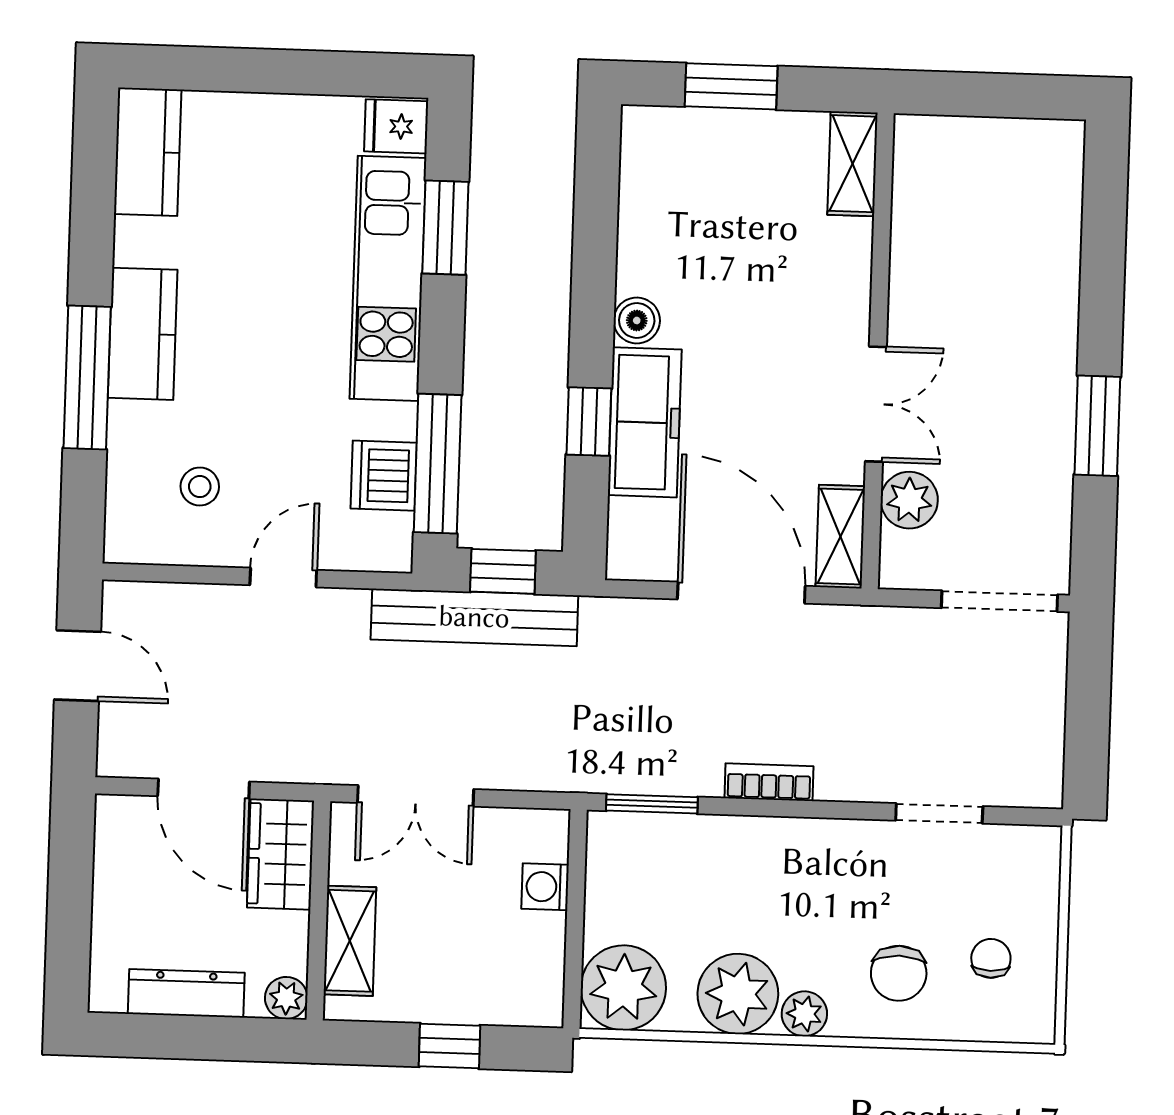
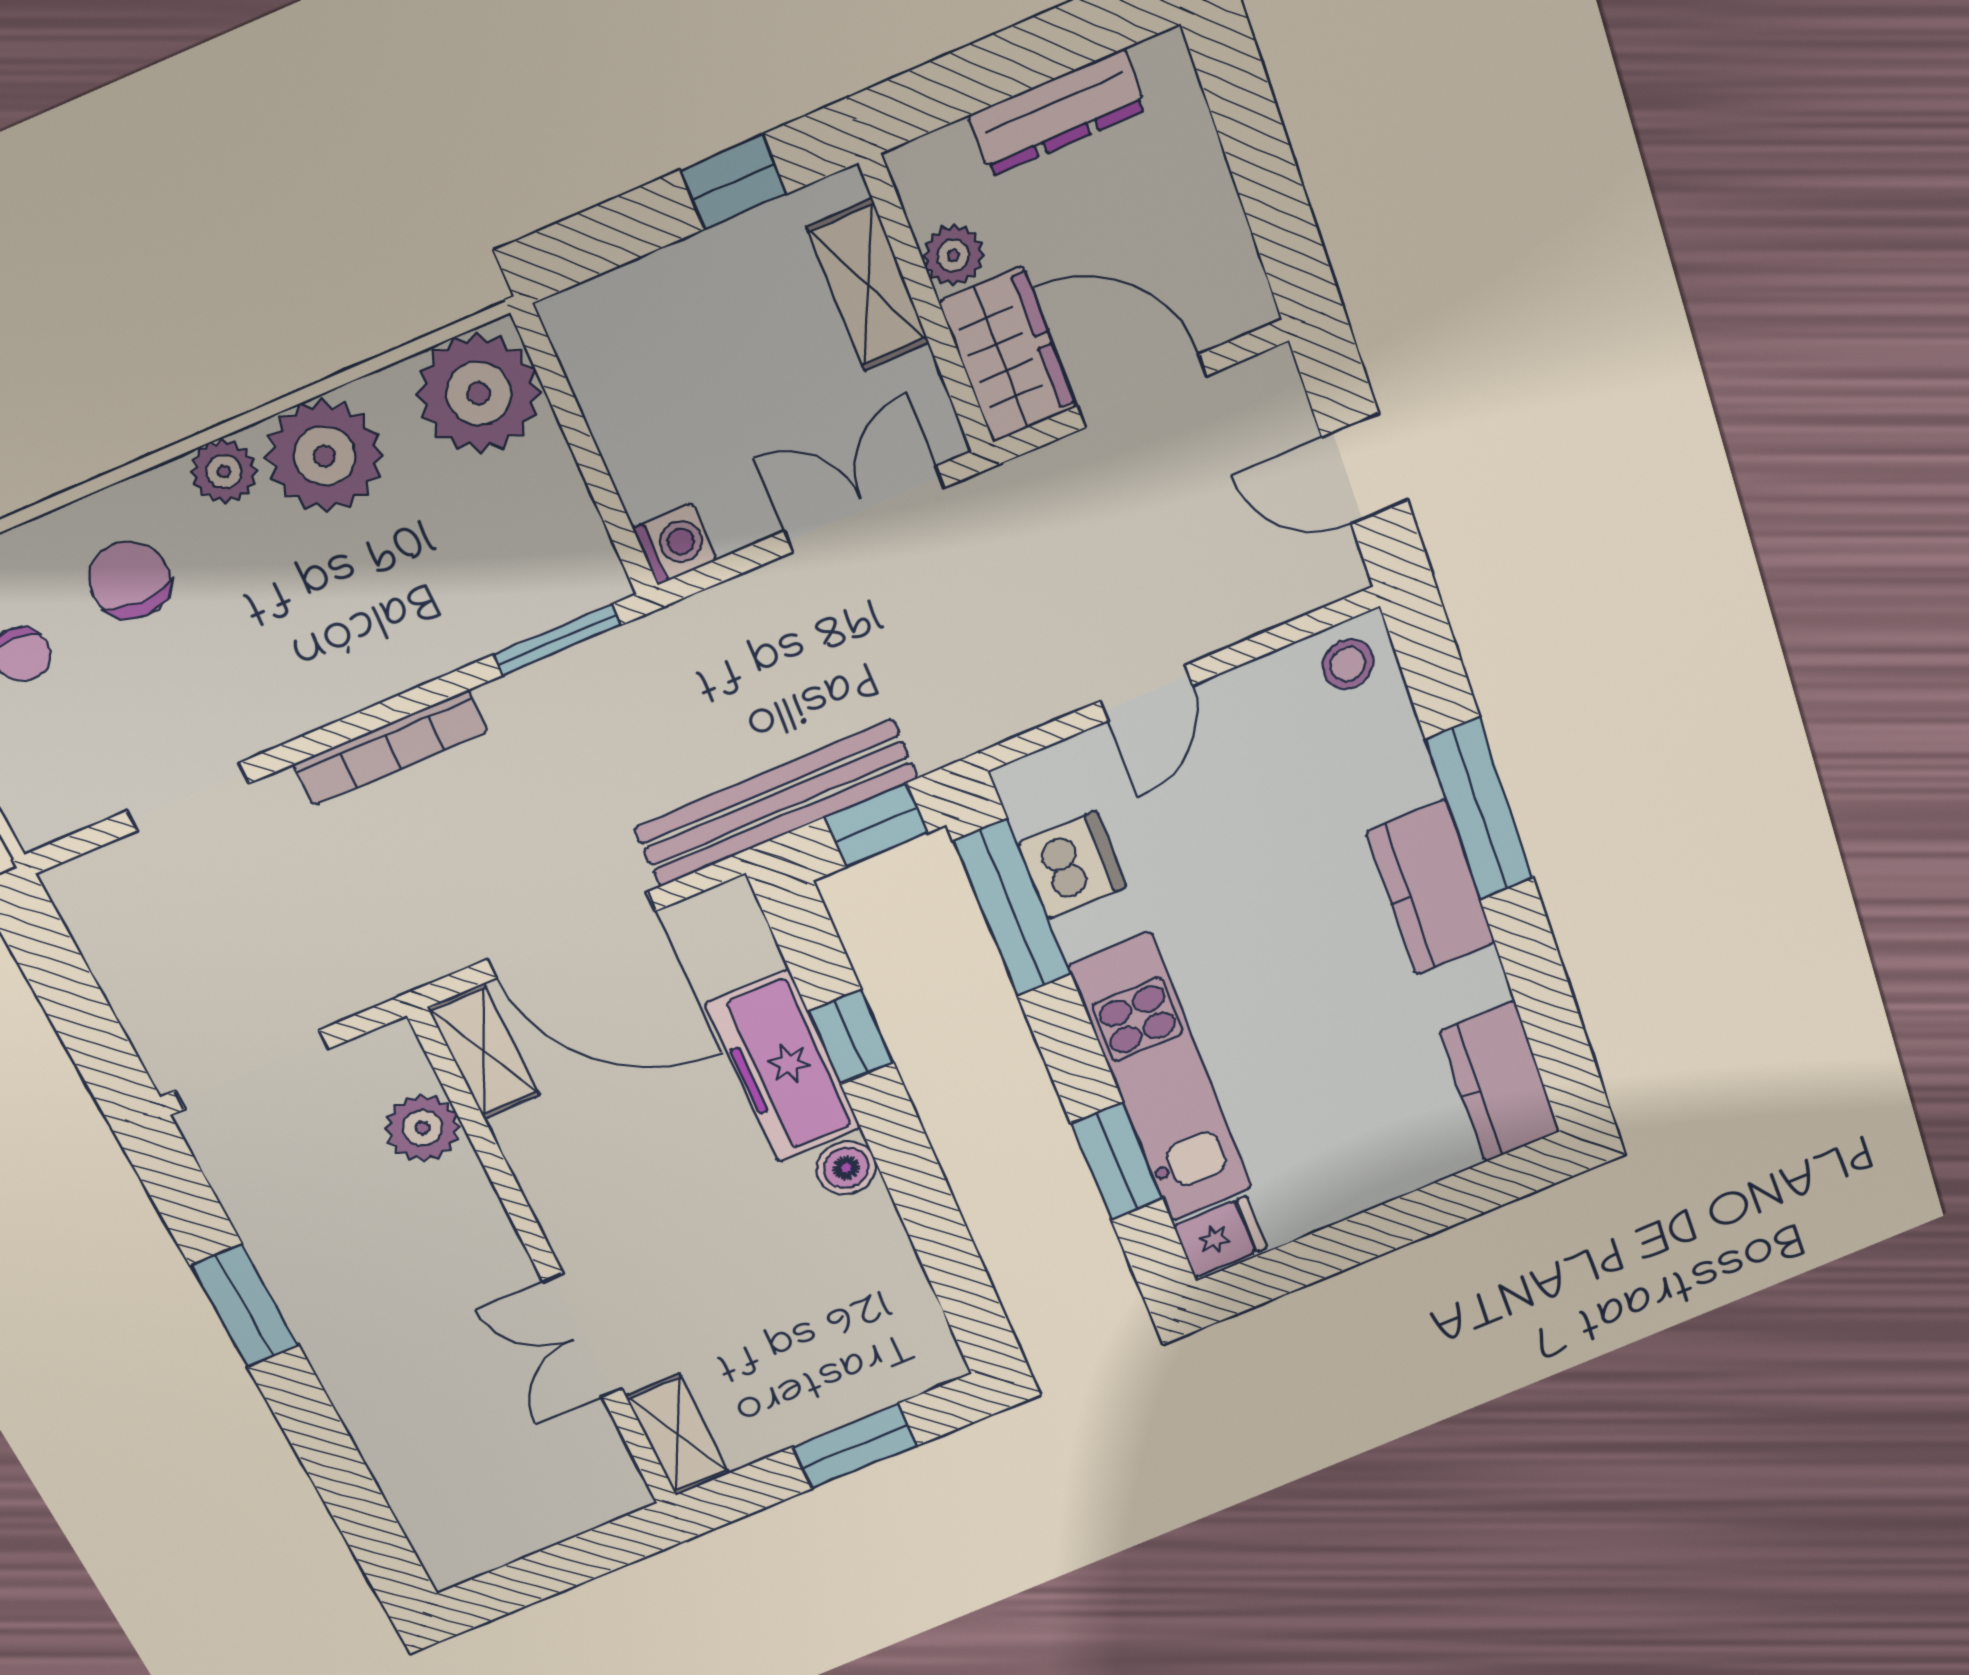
double door: (876, 404) -> (583, 1335), moved
stool: (200, 487) -> (1348, 664), moved
bench: (474, 617) -> (776, 803), moved
bookcase: (769, 782) -> (391, 748), width x1.56
washing machine: (545, 887) -> (675, 544), moved
plant: (286, 998) -> (953, 255), moved
window: (450, 1046) -> (733, 182), moved

